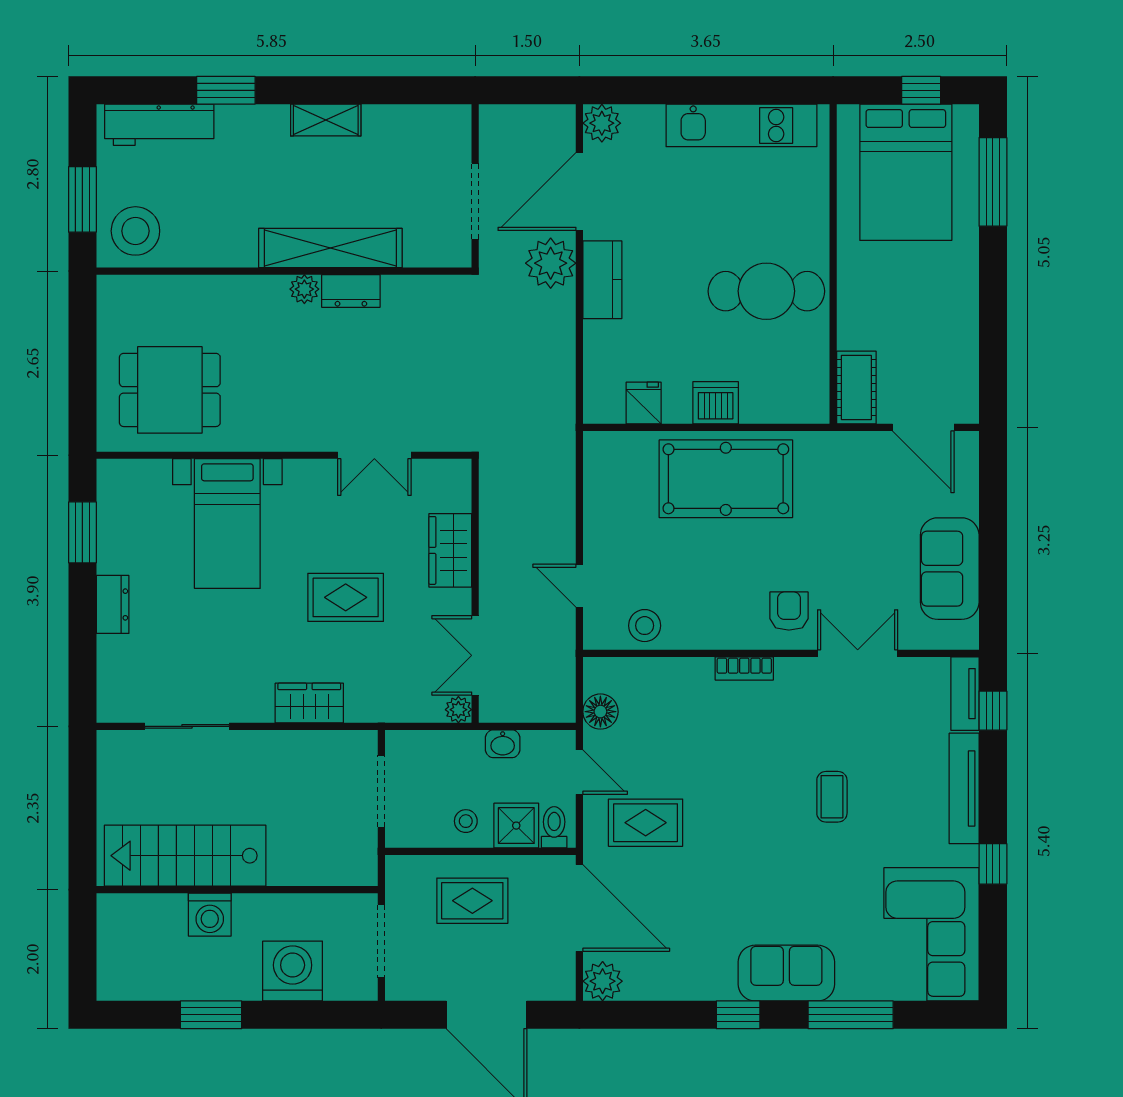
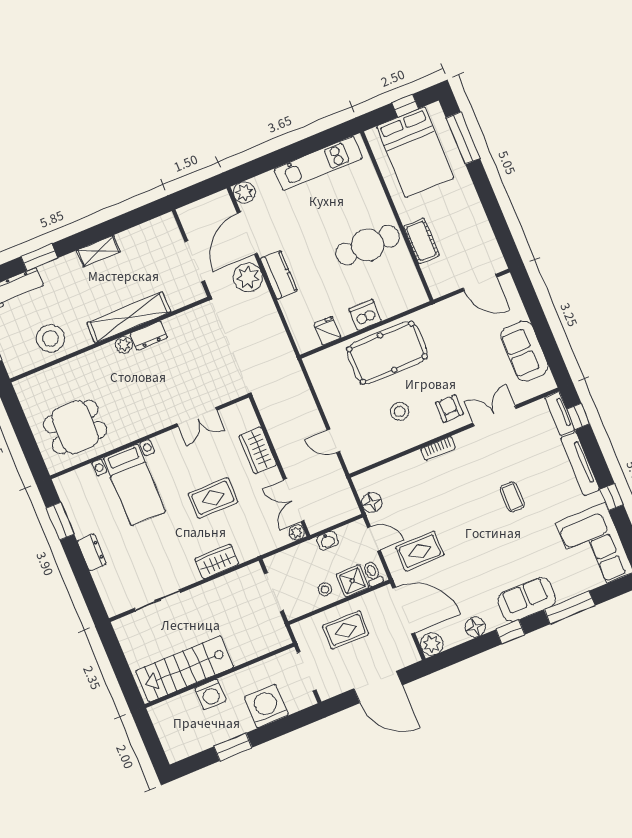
stool: (135, 231) -> (51, 338), moved
cot: (856, 388) -> (421, 241), moved
stool: (645, 626) -> (400, 411), moved
floor lamp: (684, 983) -> (475, 627), added

